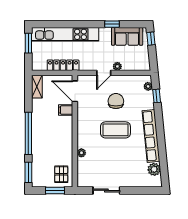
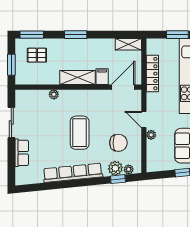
chair: (116, 101) -> (118, 143), moved
shelving: (67, 132) -> (77, 78), added
window: (28, 133) -> (76, 35), width x0.47
plant: (154, 169) -> (115, 168), moved
pallet: (61, 174) -> (37, 55), moved
row of seats: (133, 181) -> (22, 153), added

